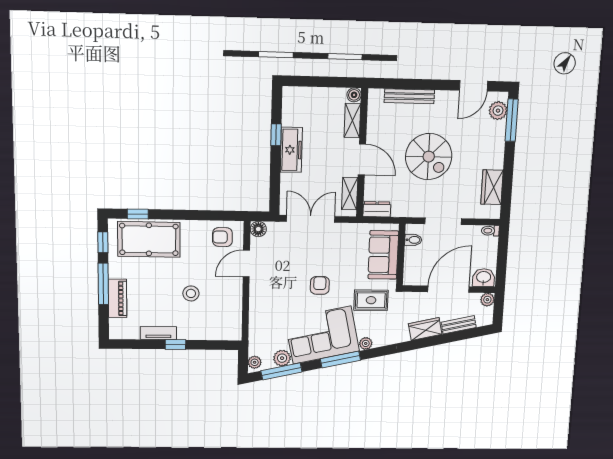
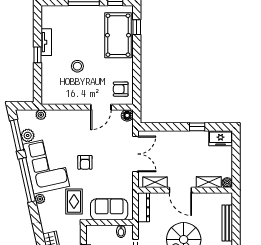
freezer: (291, 150) -> (221, 138), moved, width x0.71
door: (362, 160) -> (180, 190), hinge flipped
dresser: (377, 209) -> (144, 207), width x1.44
armchair: (222, 237) -> (121, 89), turned -90
door: (246, 263) -> (101, 107), swing flipped
armchair: (320, 285) -> (85, 162), turned 90
piano: (117, 298) -> (73, 12), removed
window: (340, 360) -> (27, 180), width x1.46
plant: (255, 362) -> (41, 115), moved

